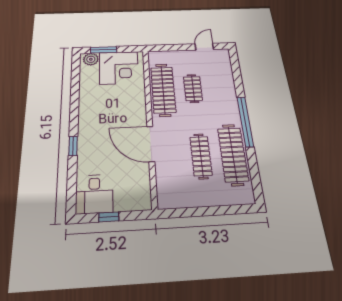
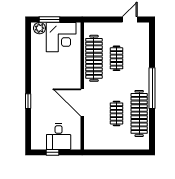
clothes rail: (201, 156) -> (117, 113), width x0.73
desk: (94, 194) -> (59, 137), moved

